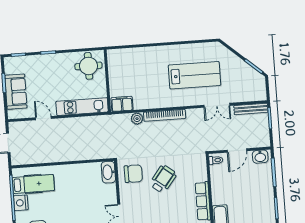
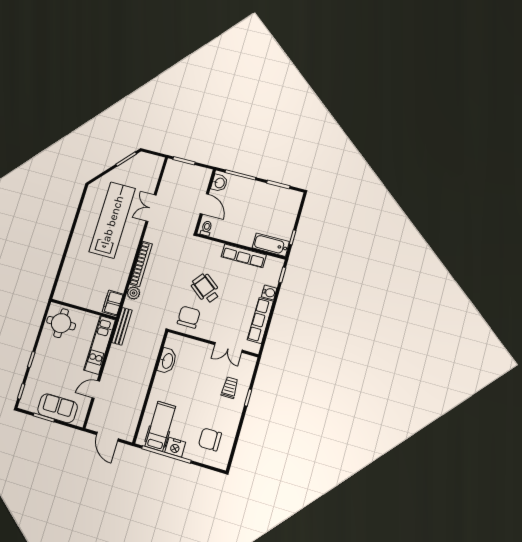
lab bench: (194, 75) -> (112, 220), width x1.36
double door: (217, 105) -> (151, 208), swing flipped
bench: (251, 109) -> (122, 326), moved
washbasin: (108, 172) -> (167, 361), moved, turned -90

